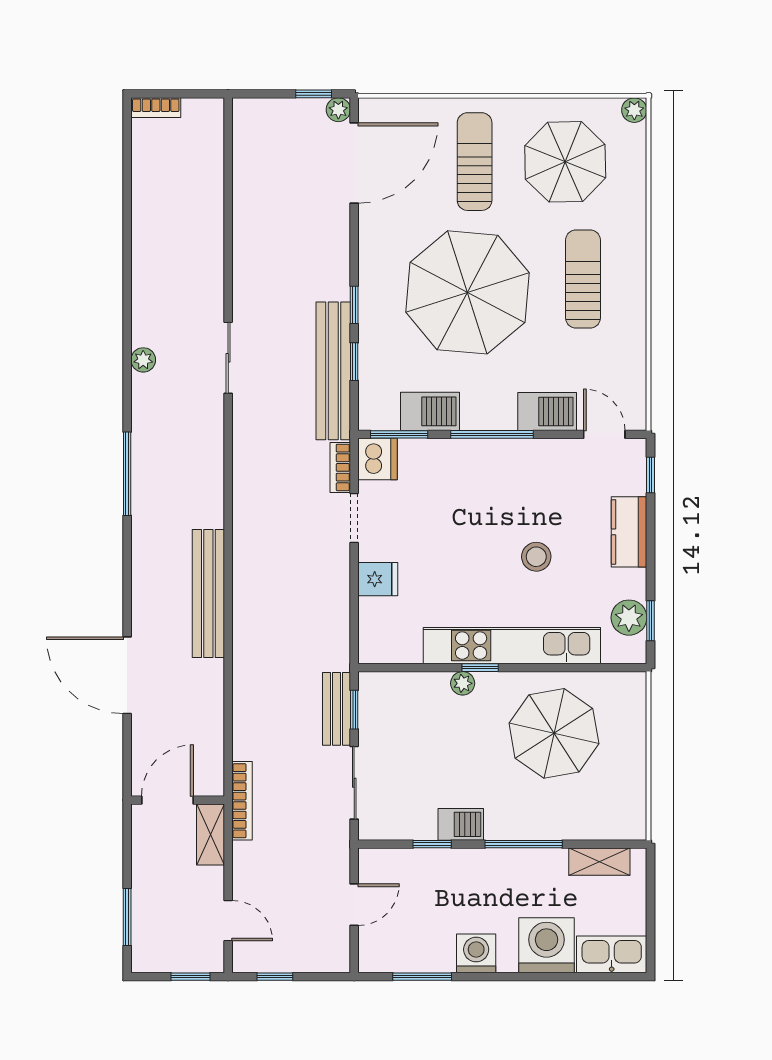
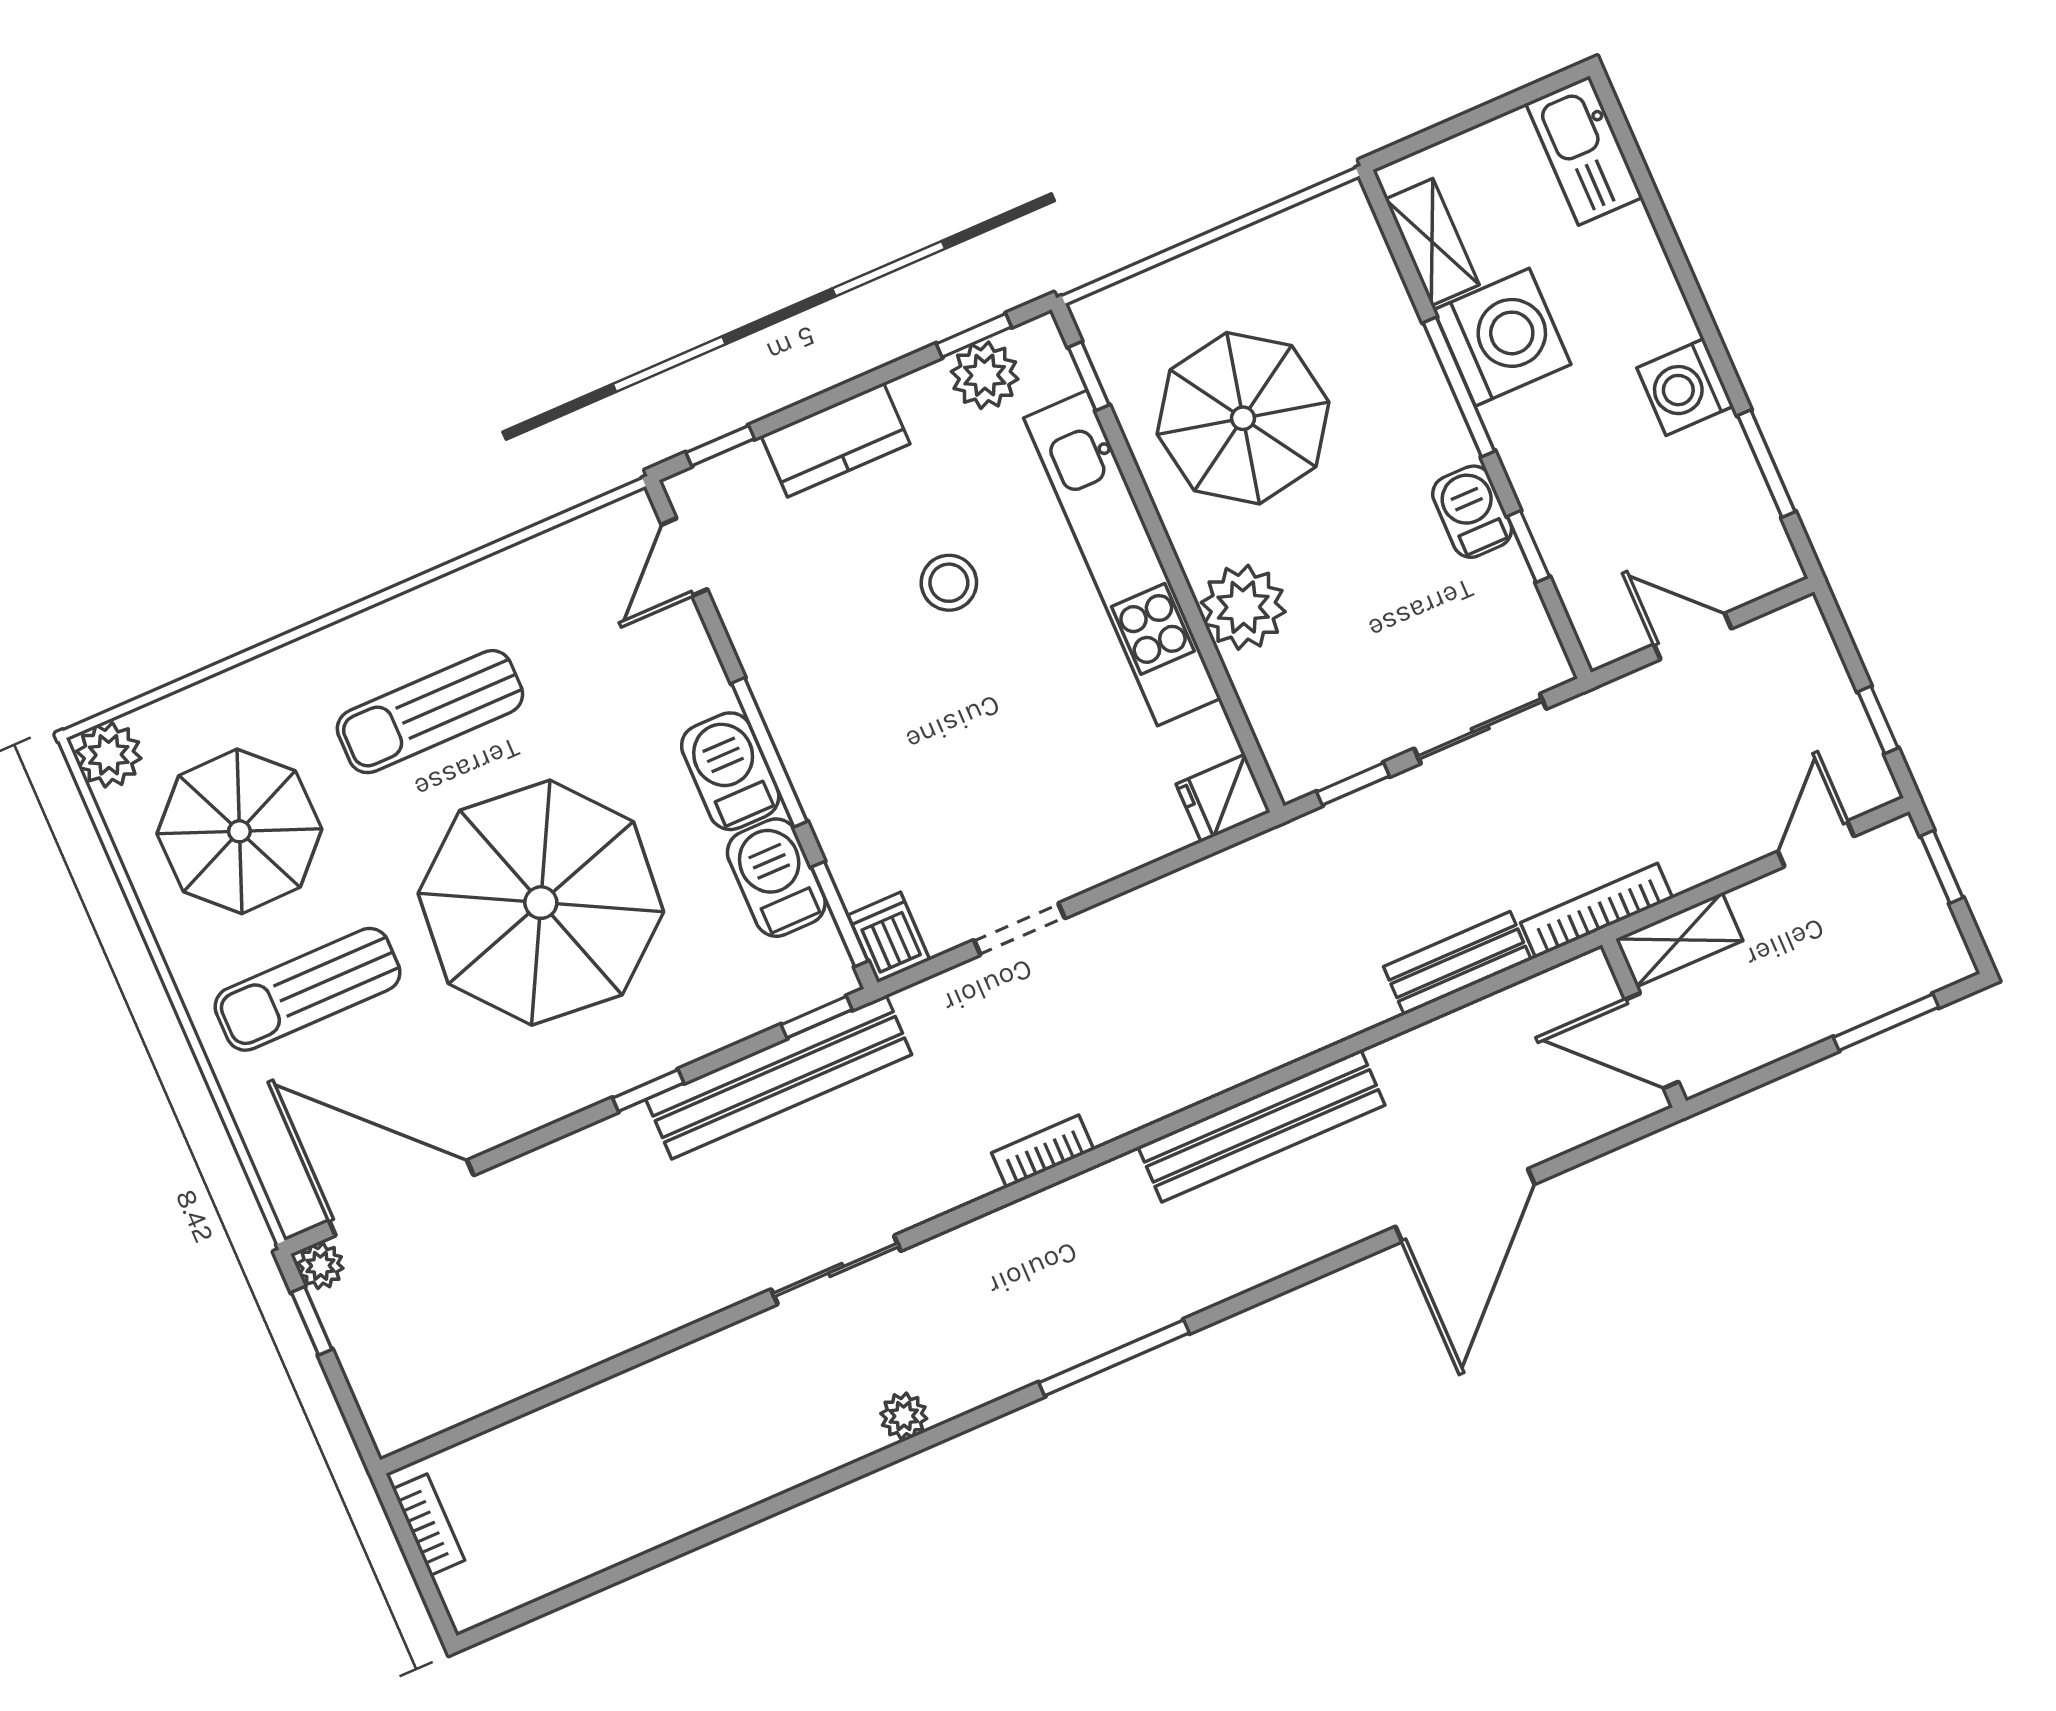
bookcase: (156, 108) -> (429, 1525), moved
plant: (634, 110) -> (109, 755), width x1.38, depth x1.38
window: (354, 362) -> (817, 1017), moved
barbecue: (547, 411) -> (730, 771), moved
dishwasher: (377, 459) -> (889, 937), width x0.73
bookcase: (340, 467) -> (1043, 1151), moved, turned 180
fridge: (378, 579) -> (1223, 798), moved, turned -90
window: (480, 668) -> (1089, 376), moved
plant: (463, 683) -> (1243, 607), width x1.87, depth x1.87
bench: (336, 709) -> (1457, 963), moved
washing machine: (547, 945) -> (1502, 337), moved, turned 180

